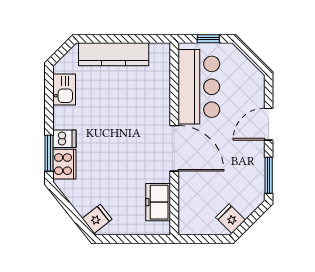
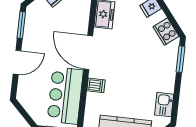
dishwasher: (64, 139) -> (96, 85), moved, turned 180
cooker: (64, 164) -> (166, 32), moved, turned -38

